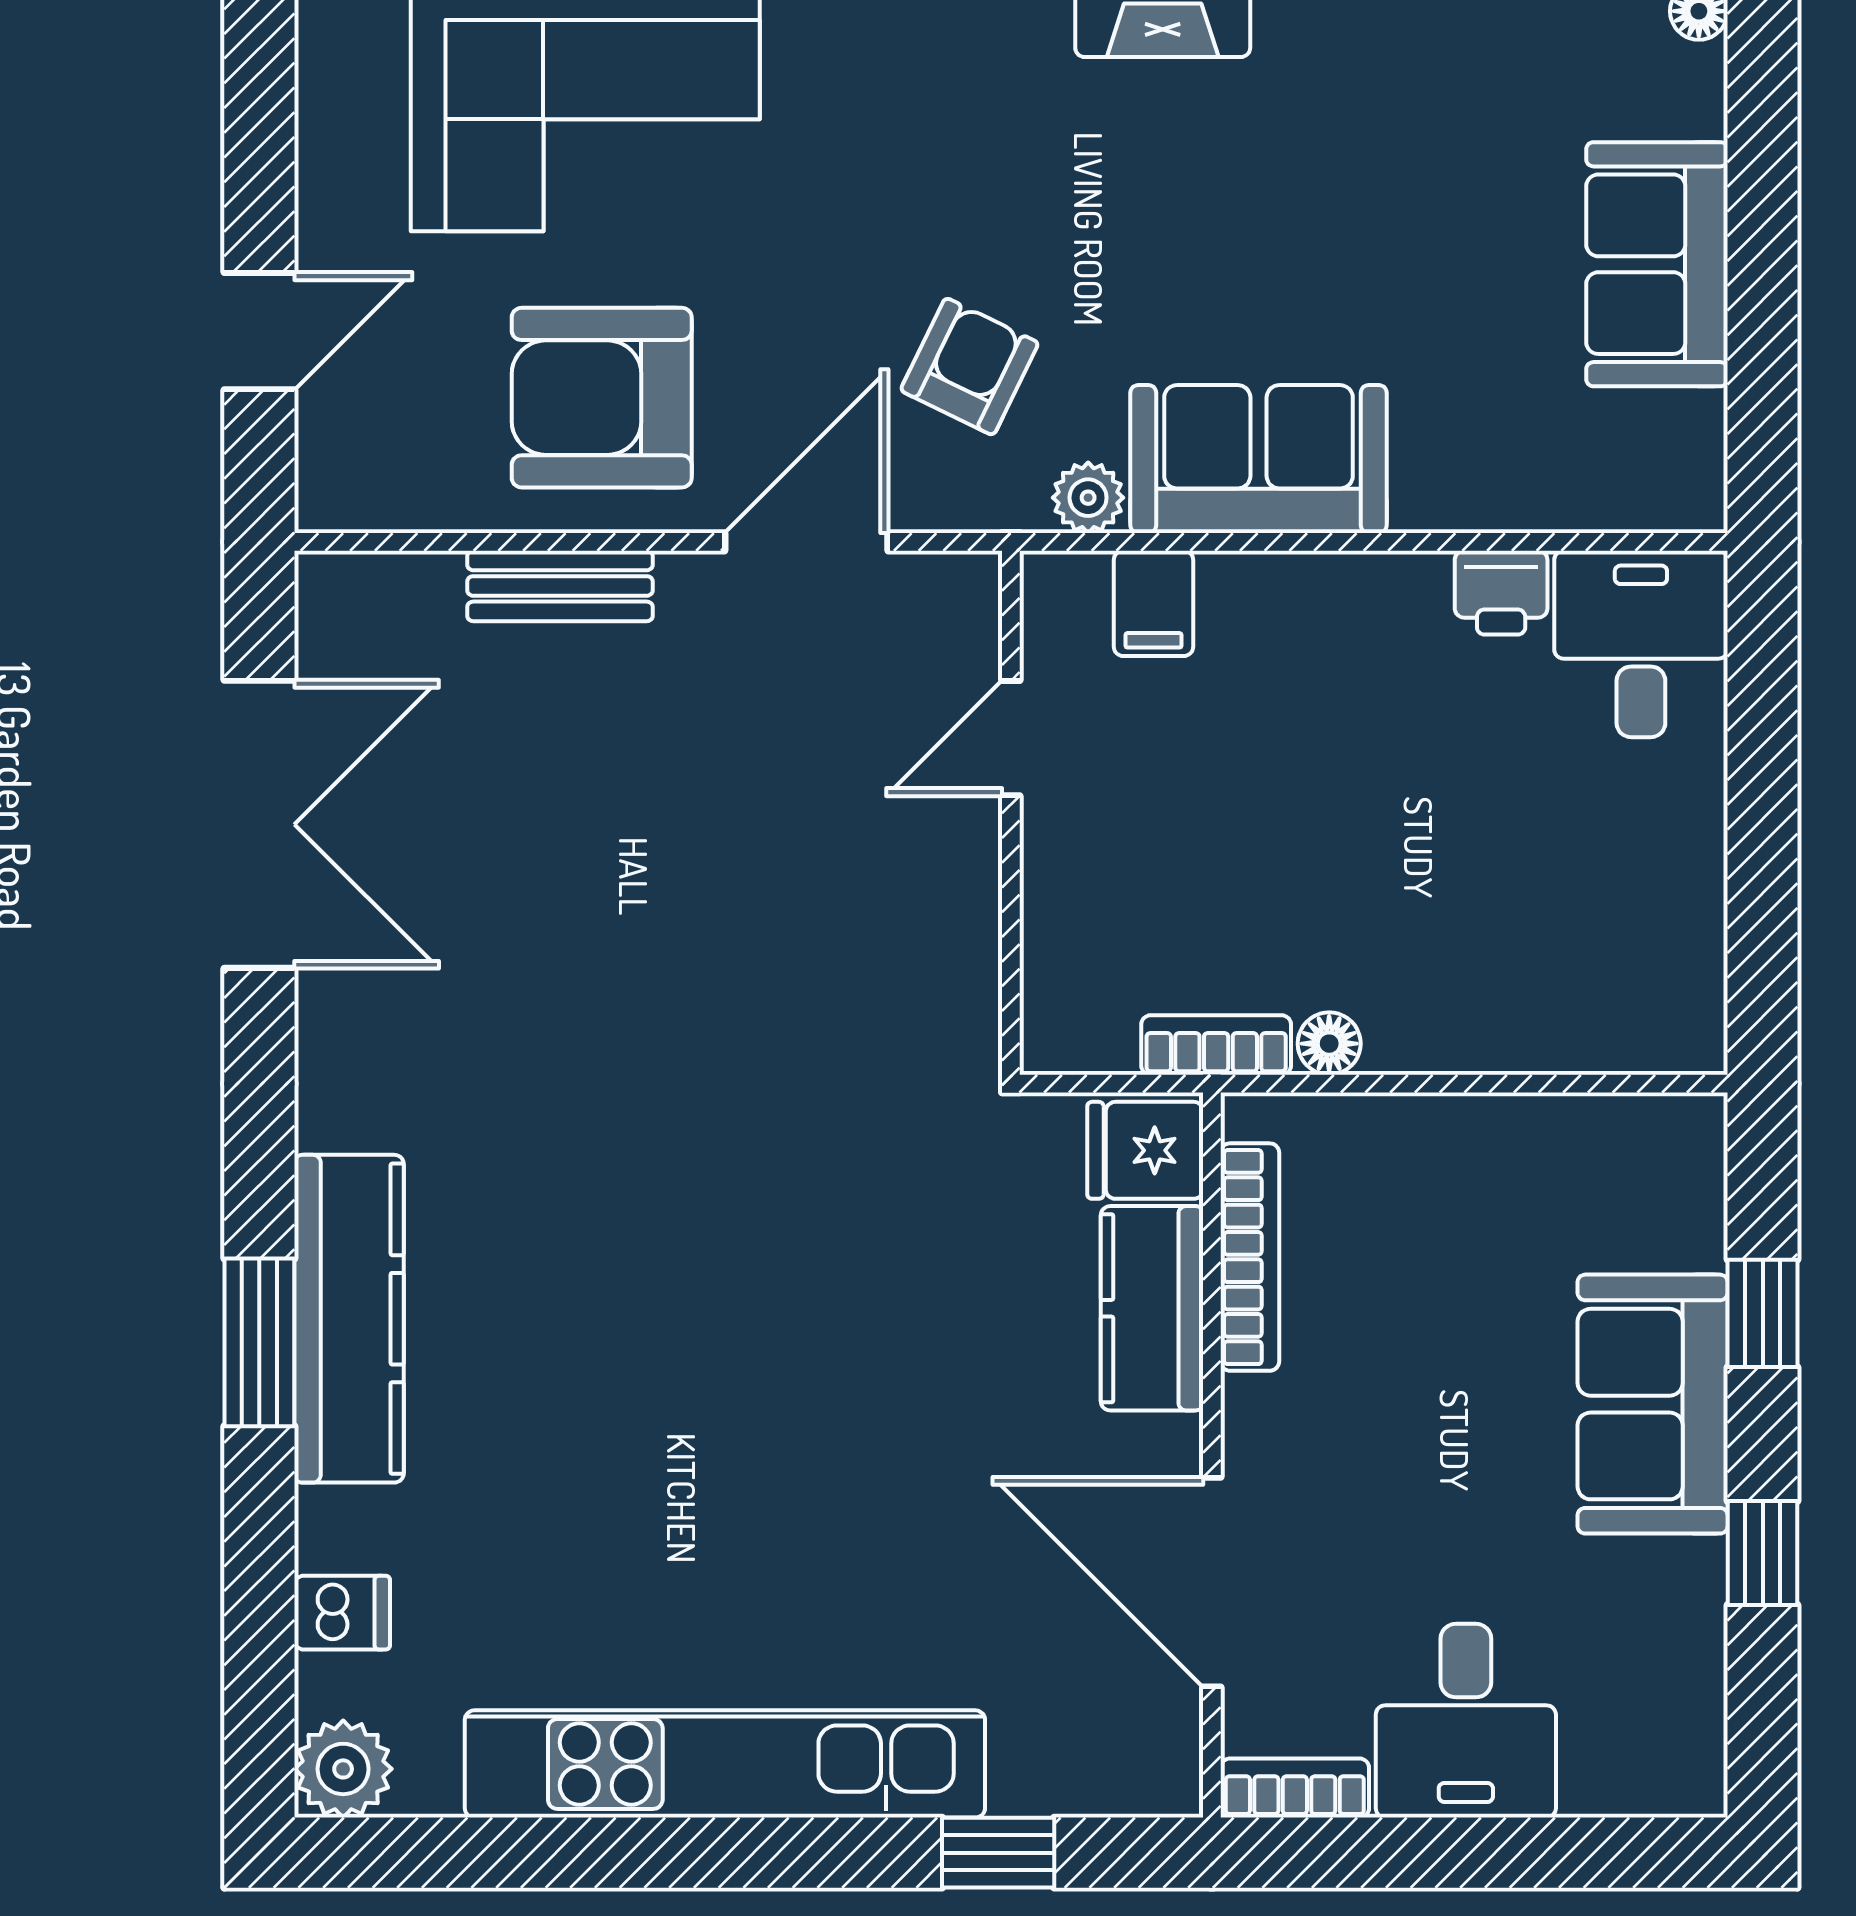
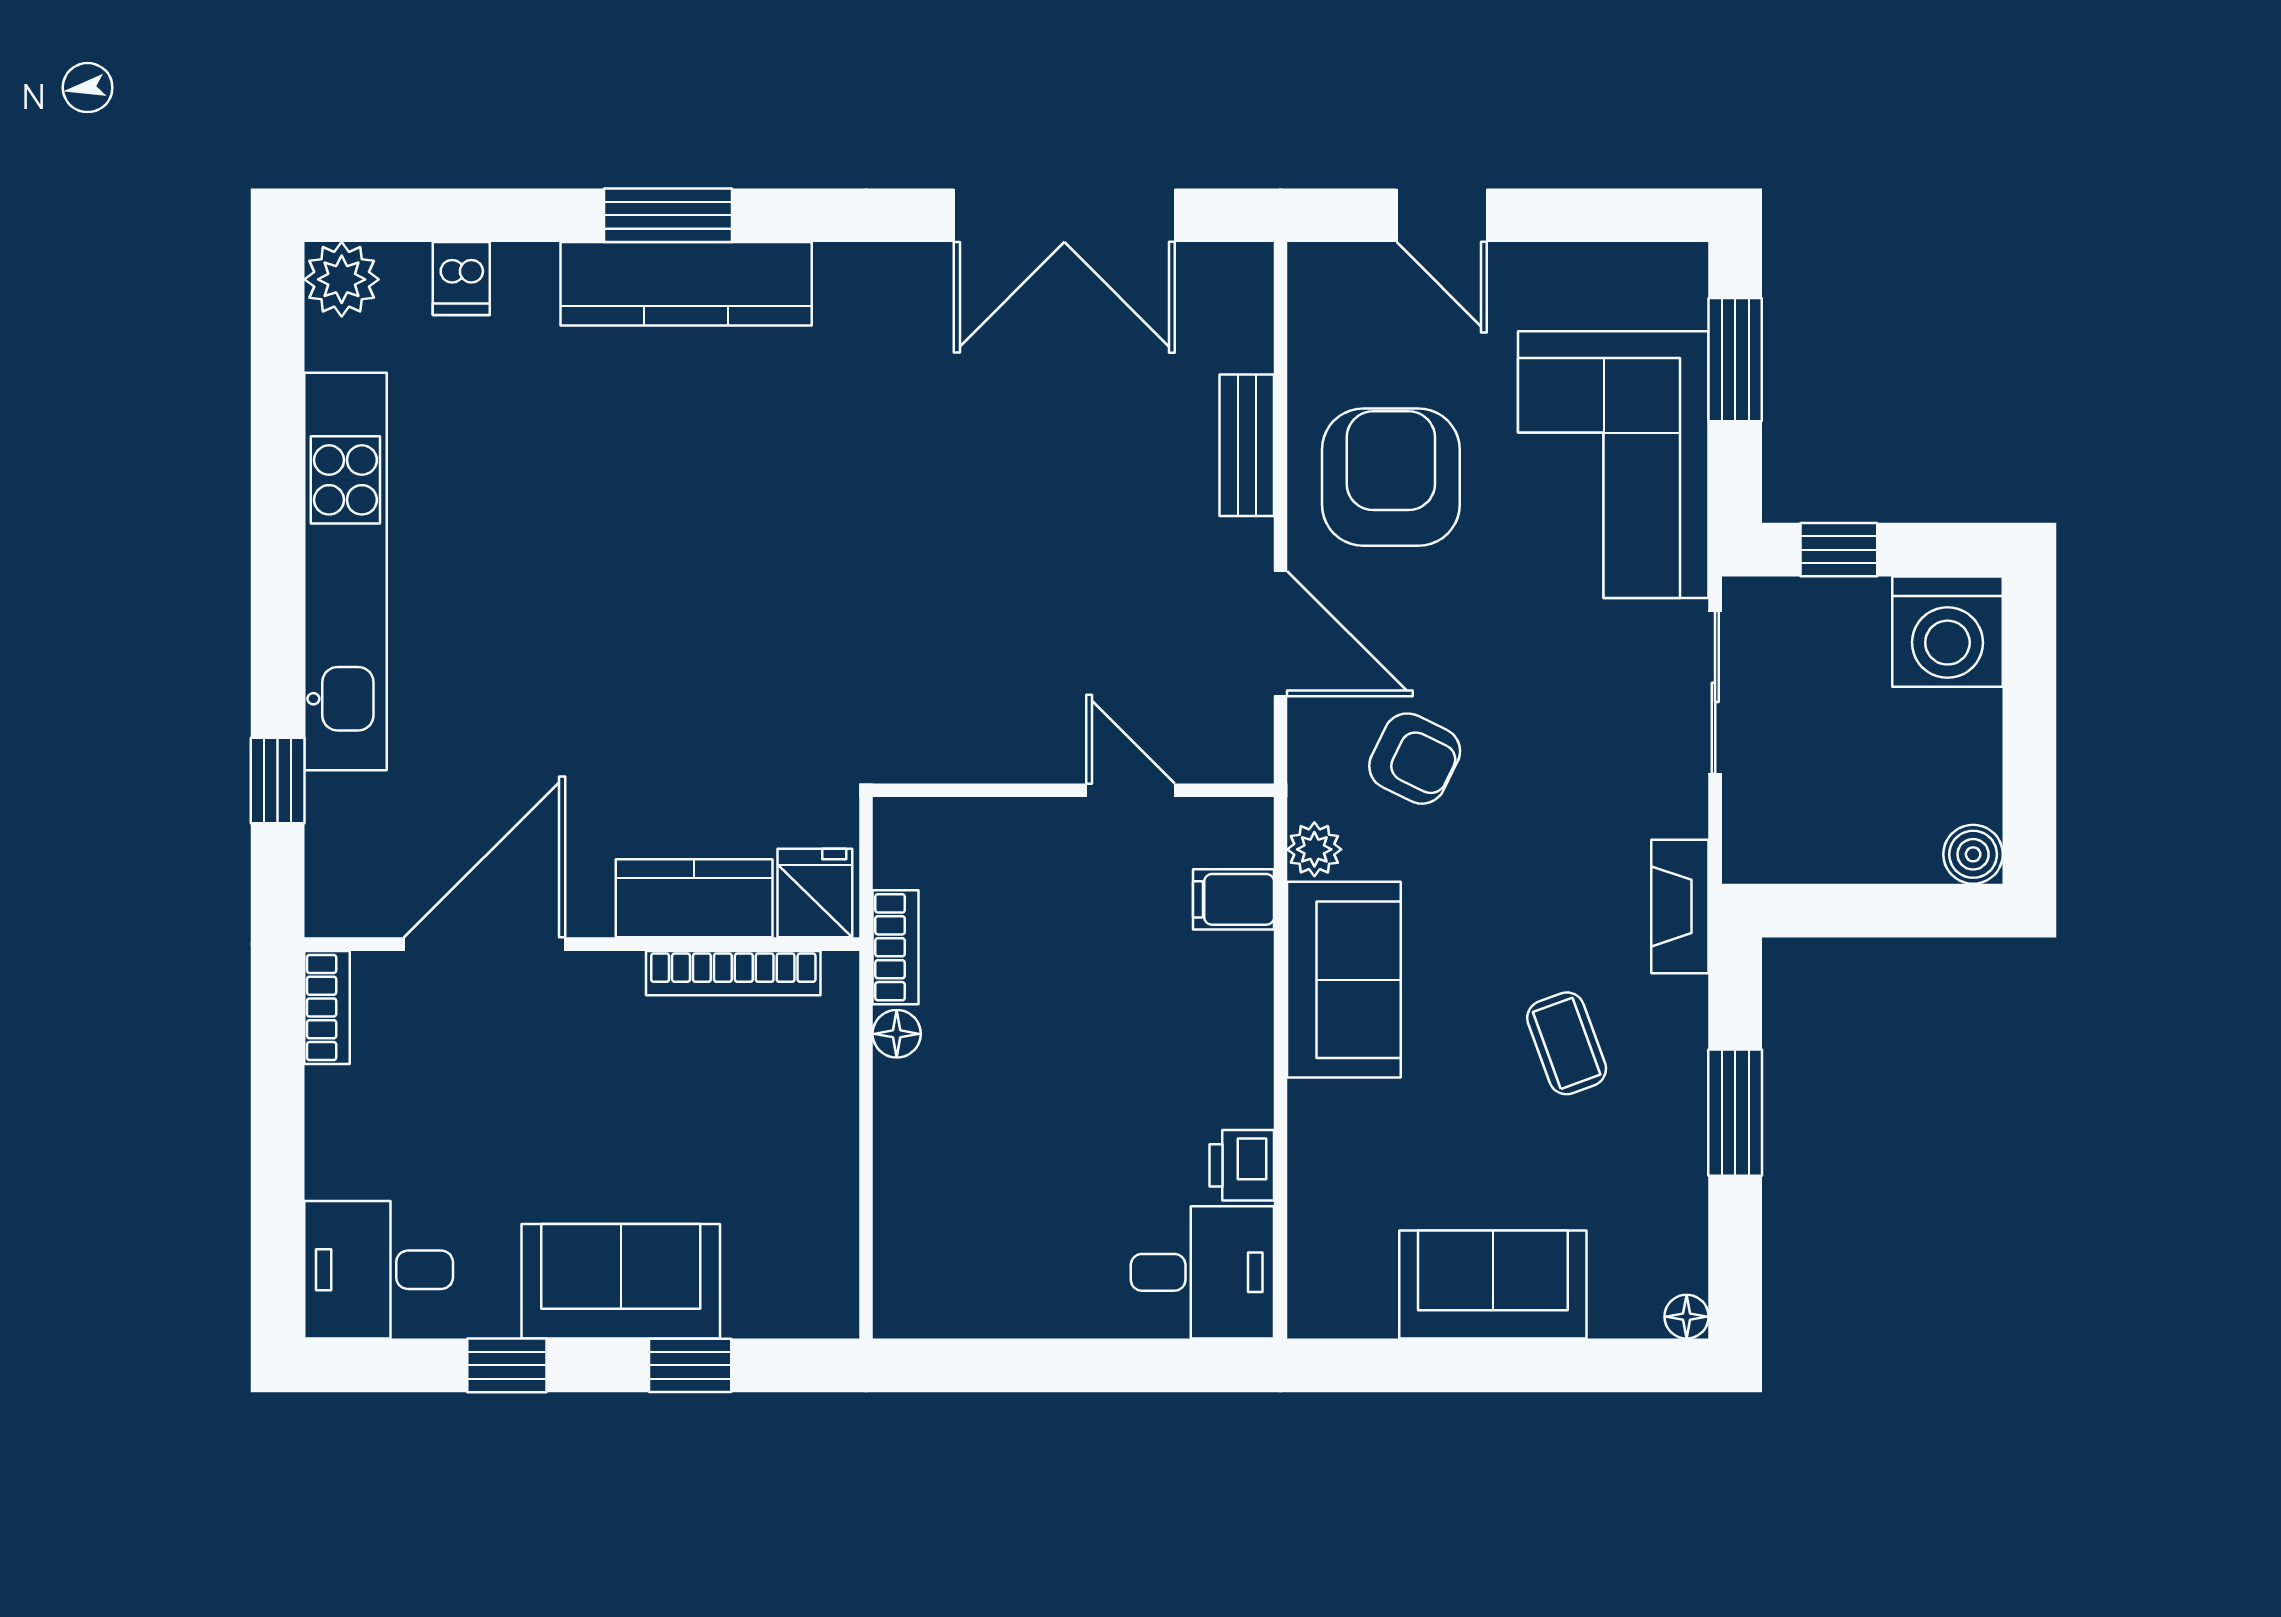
coffee table: (1342, 168) -> (1567, 1043), added
desk: (1466, 1721) -> (379, 1270), moved

